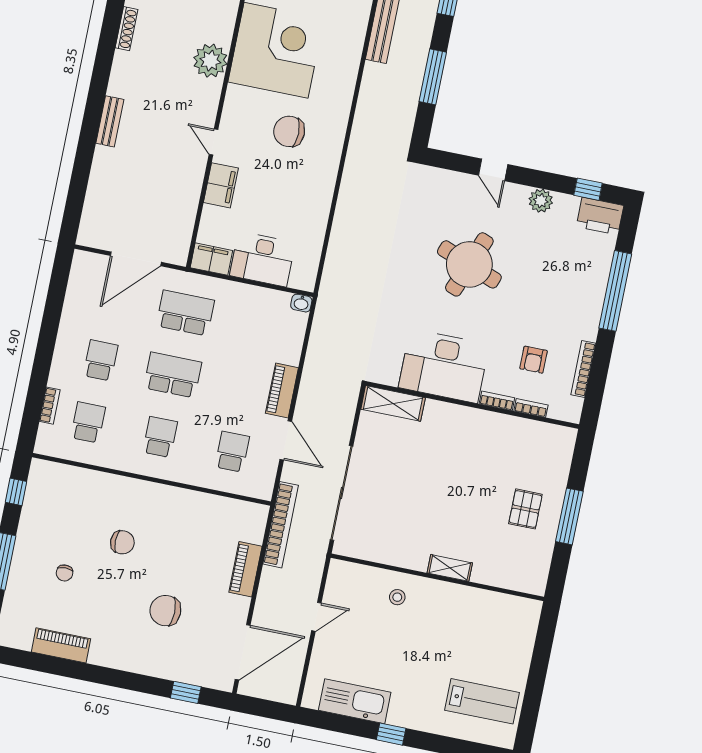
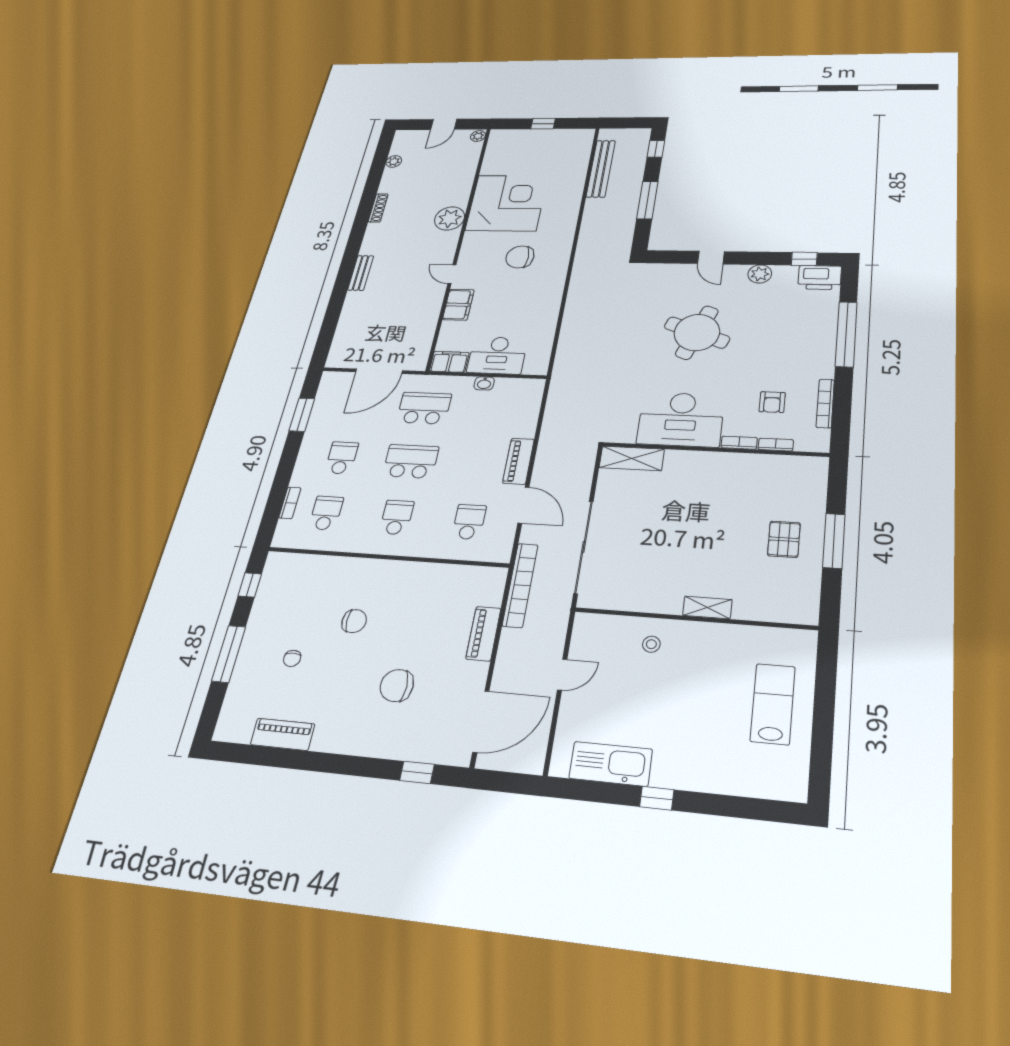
window: (55, 301) -> (302, 415), added
washbasin: (301, 303) -> (484, 383), moved
lab bench: (482, 701) -> (773, 704), moved, turned -90

